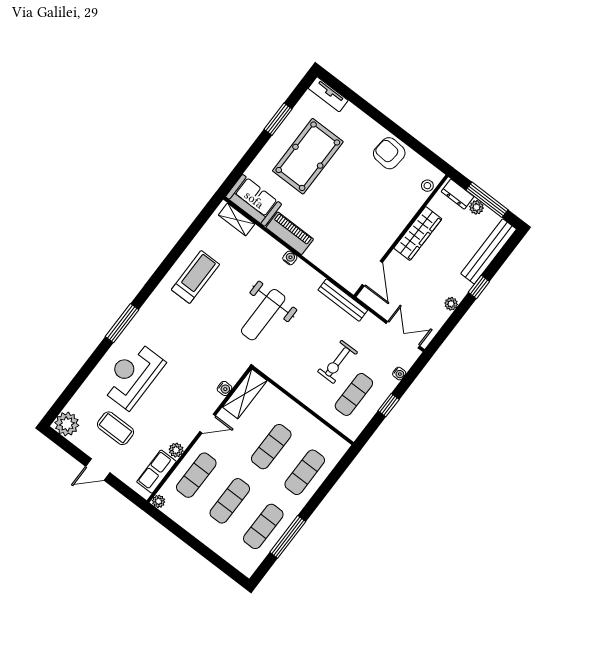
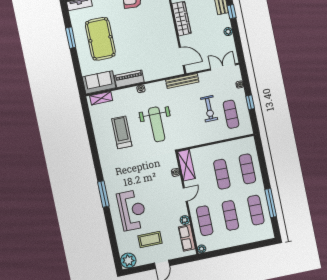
treadmill: (195, 277) -> (122, 132), moved
reception desk: (132, 375) -> (132, 210), turned 180

